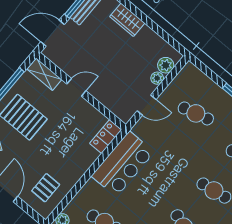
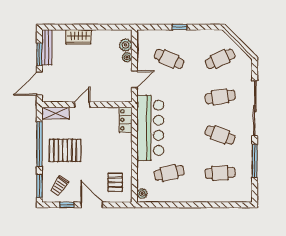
cafe table: (196, 113) -> (169, 59), turned 39
bar counter: (123, 164) -> (150, 128), width x1.36

